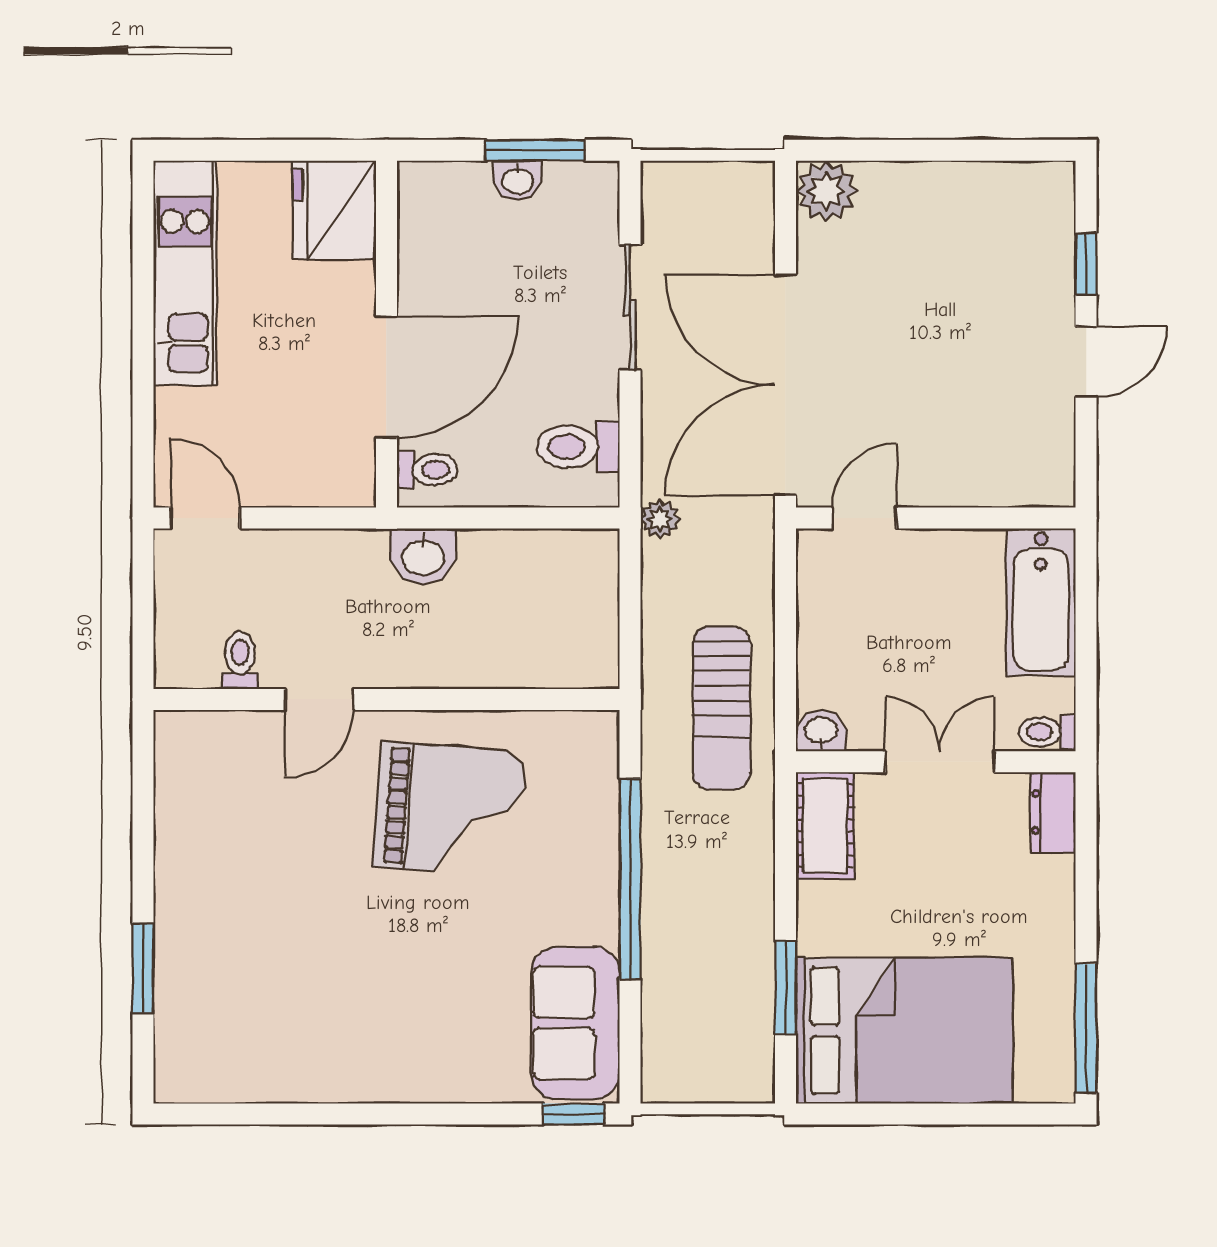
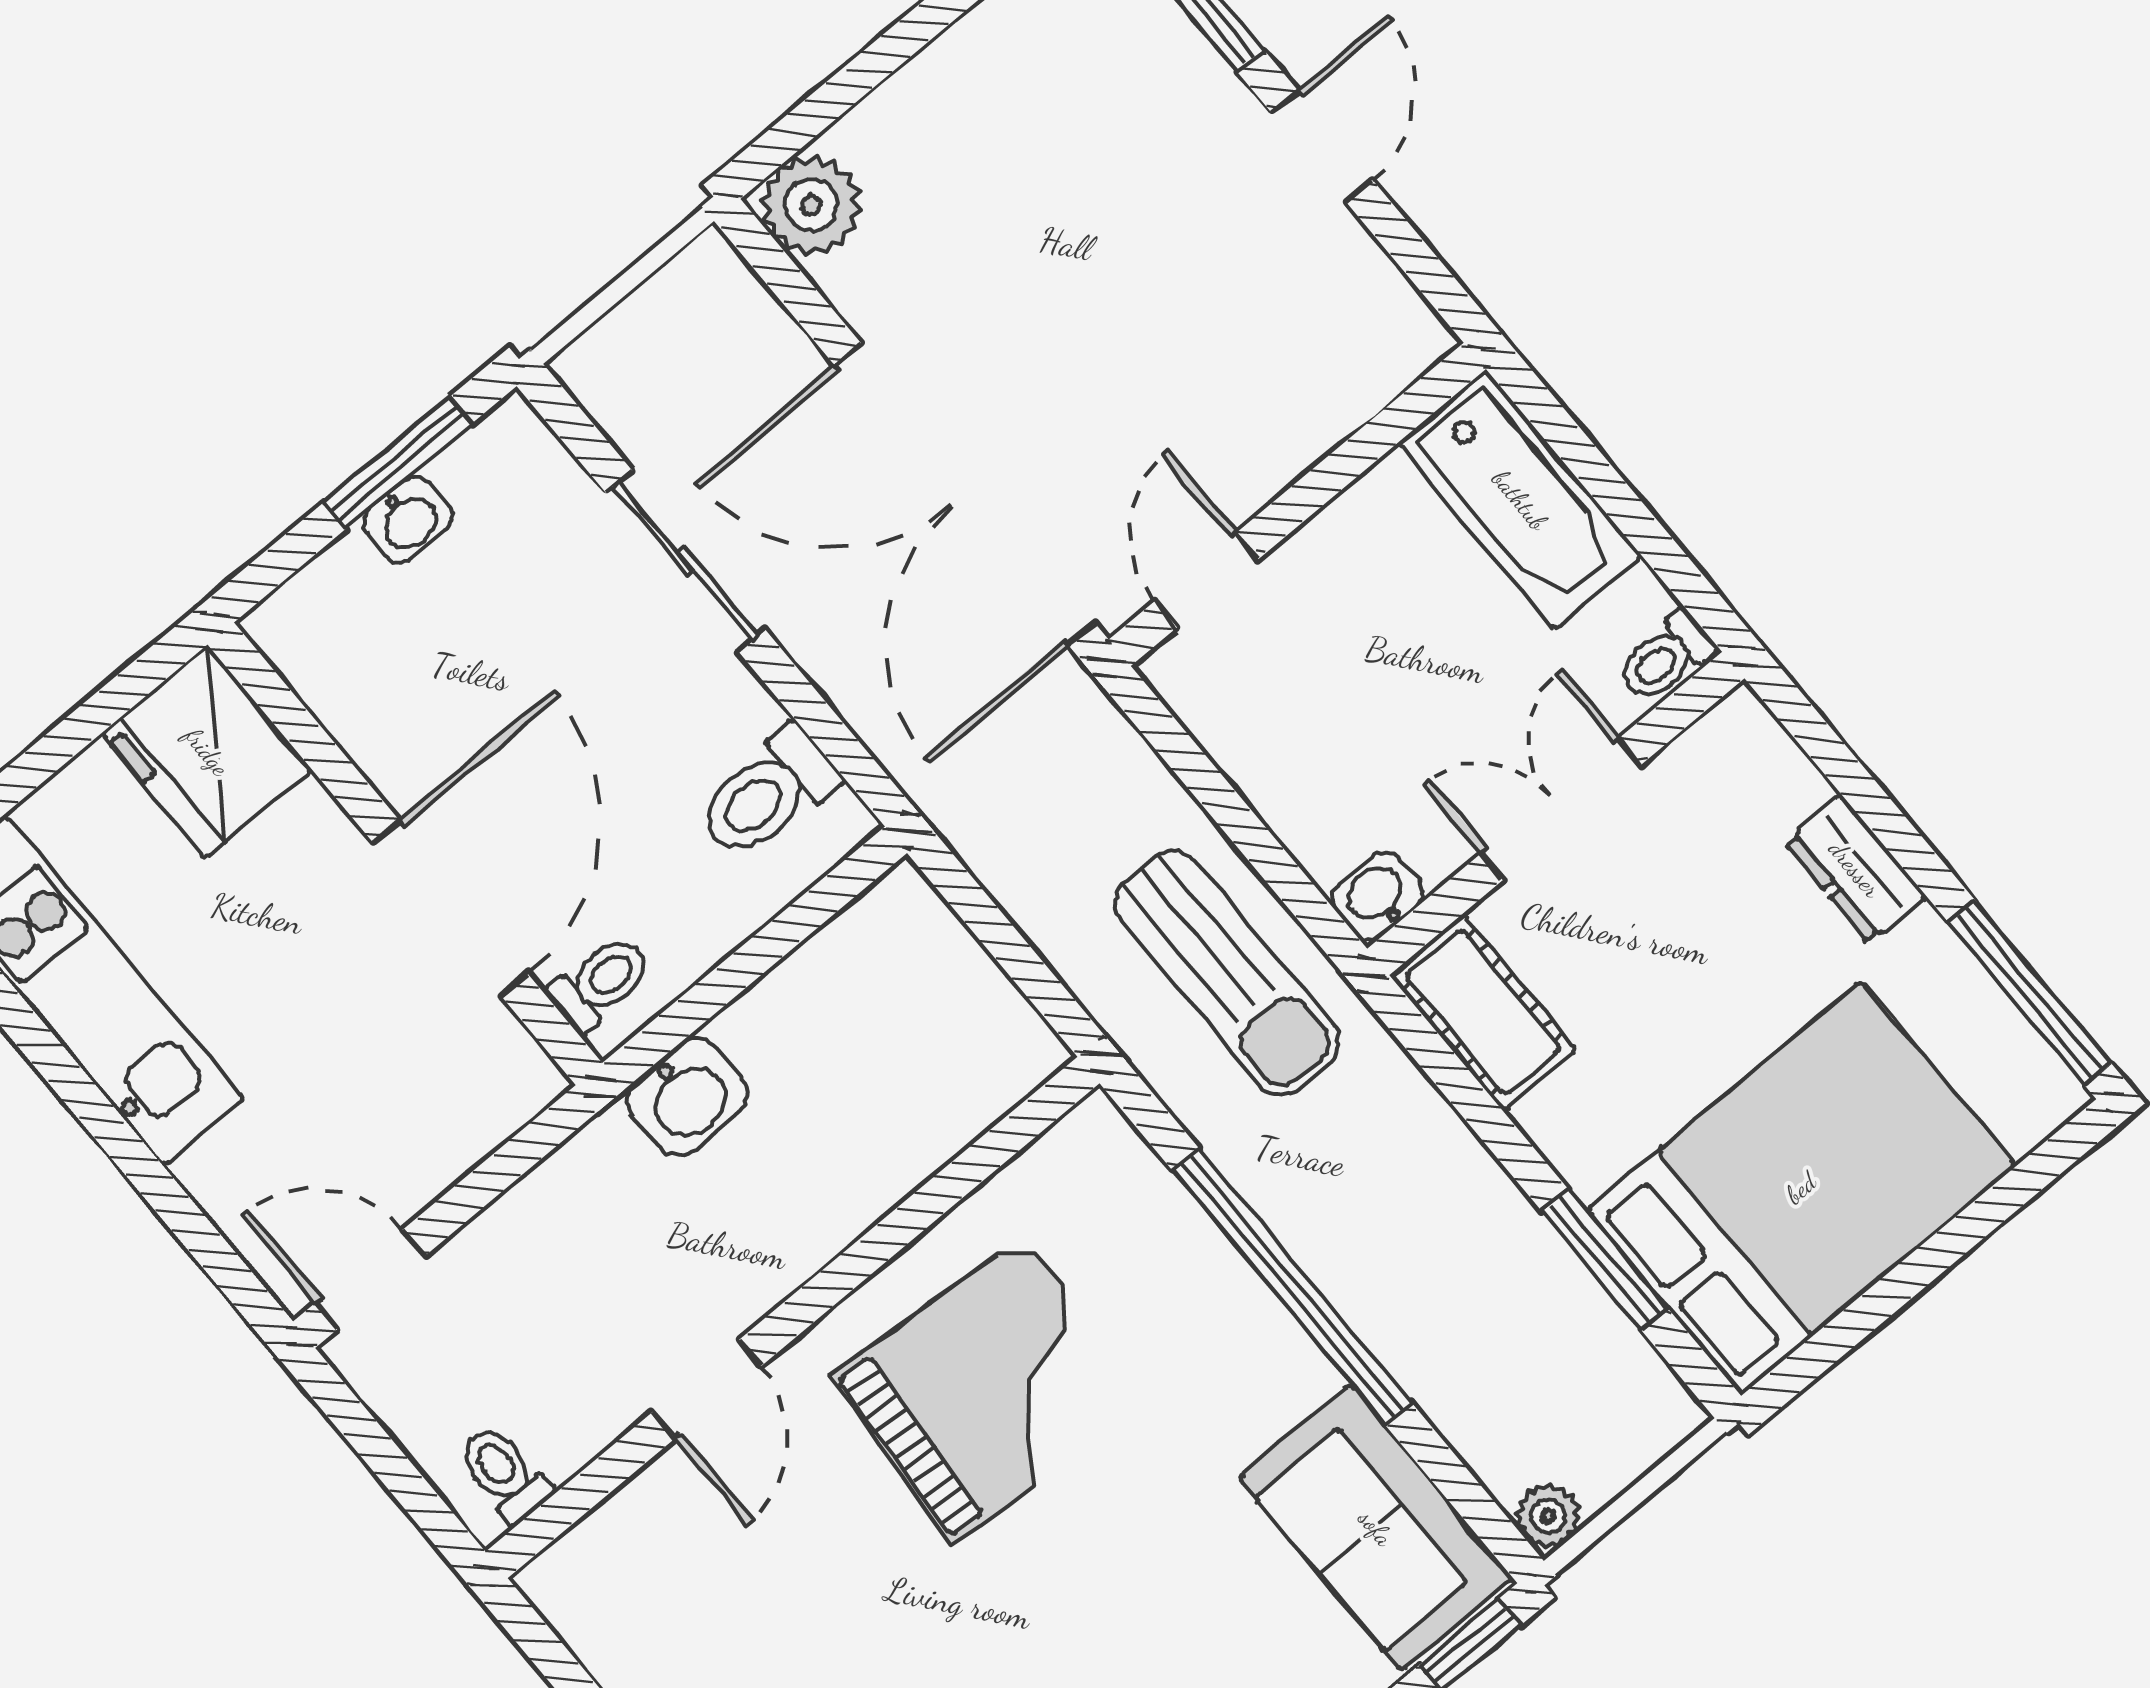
plant: (660, 519) -> (1548, 1516), moved
toilet: (240, 660) -> (504, 1474), moved
dresser: (1053, 812) -> (1855, 869), moved

